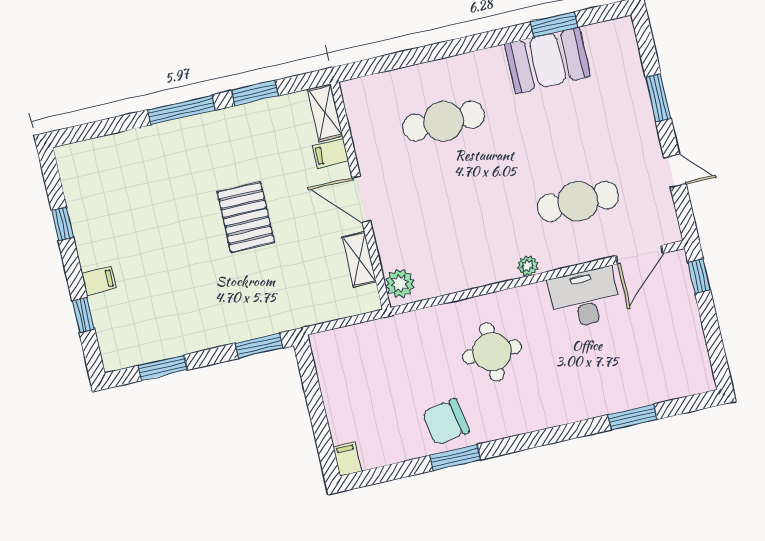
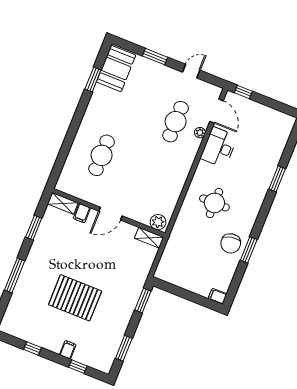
booth: (548, 60) -> (116, 69), moved
window: (182, 110) -> (15, 275), moved
pallet: (246, 217) -> (75, 298), moved, width x1.37, depth x1.41
shelving: (359, 259) -> (149, 238), moved
plant: (528, 266) -> (200, 133), moved
window: (633, 417) -> (277, 179), moved

